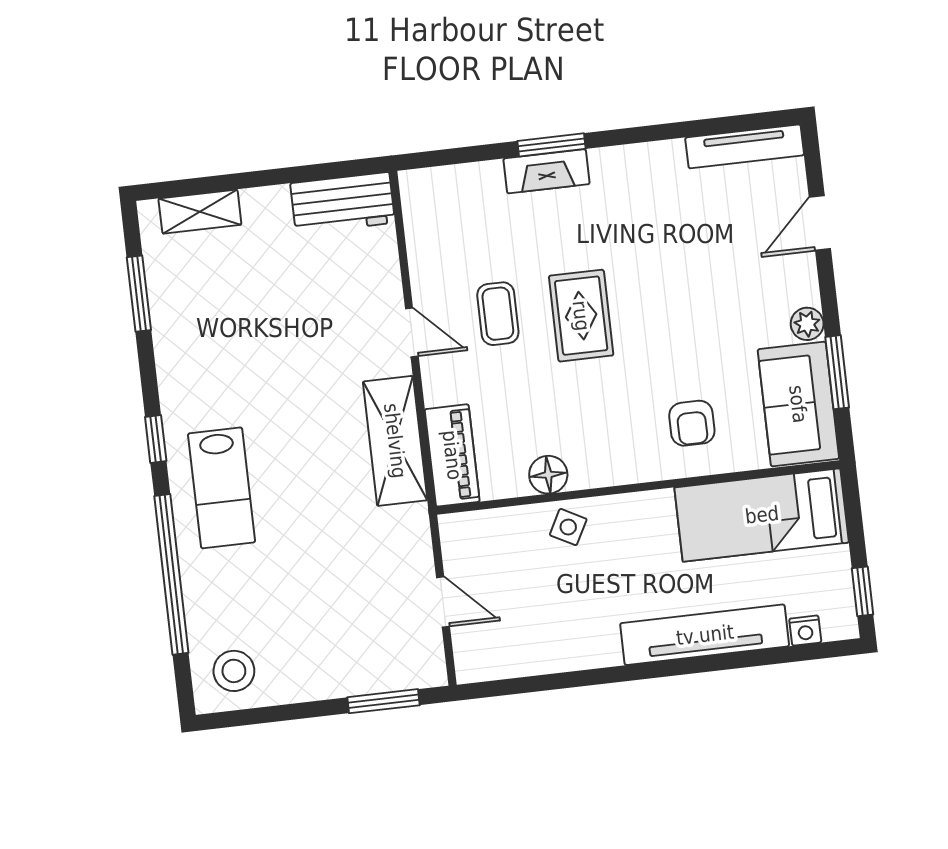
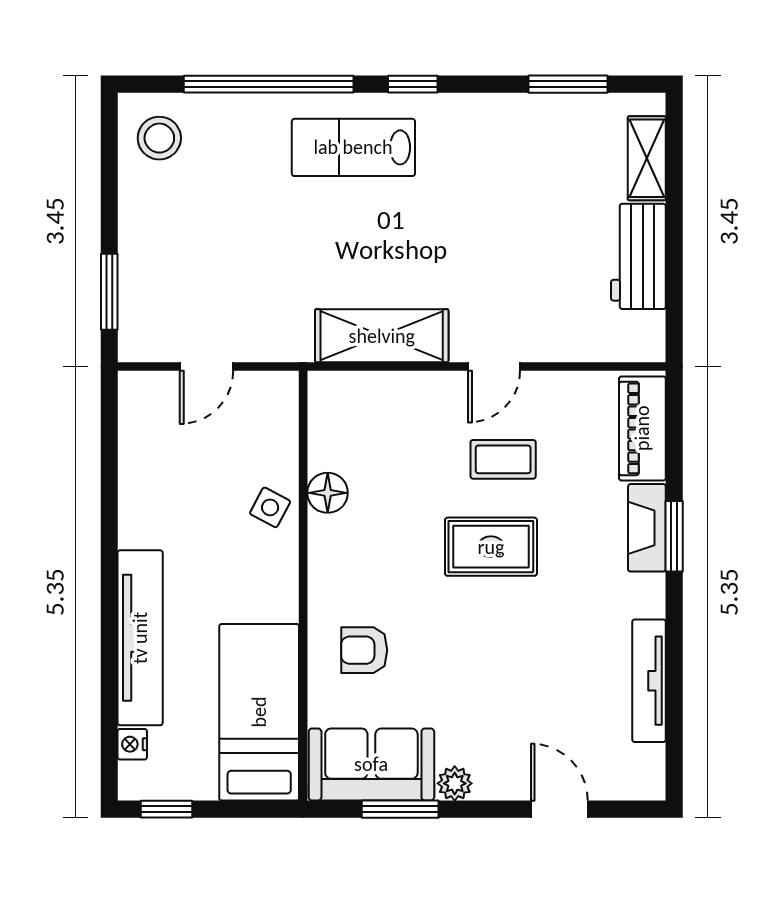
tv unit: (745, 146) -> (649, 681), moved
workbench: (343, 203) -> (638, 256), moved
piano: (452, 455) -> (642, 428), moved, turned 90

